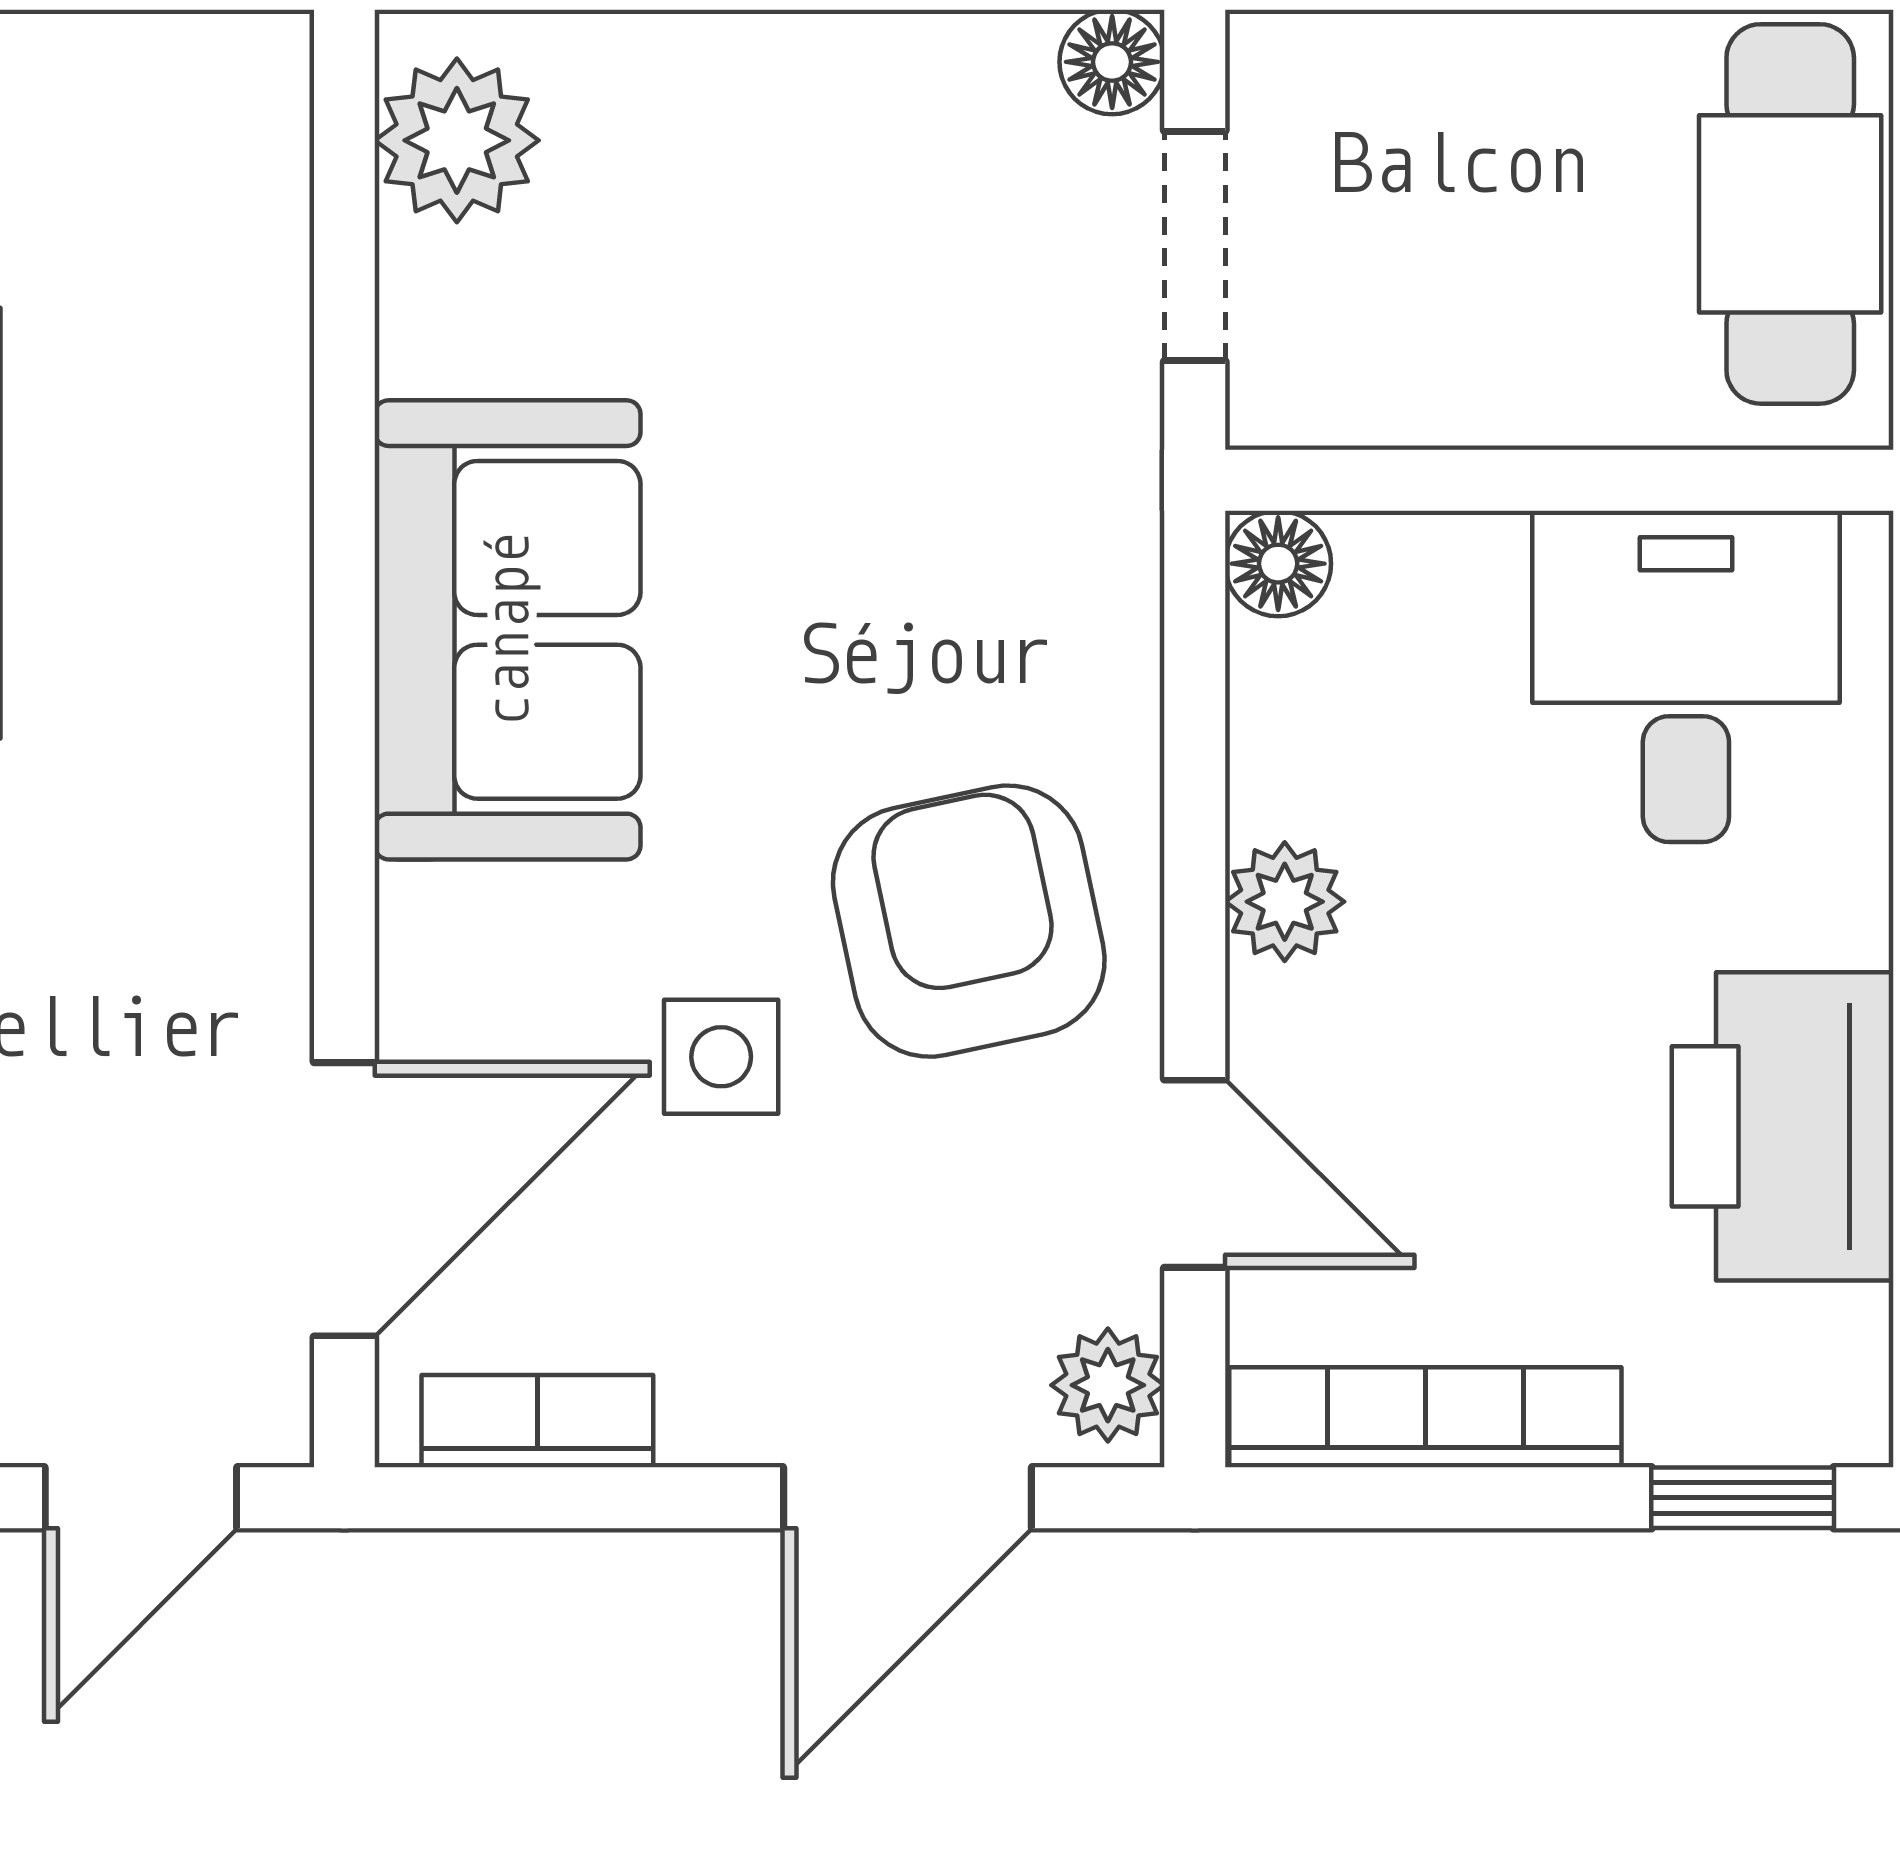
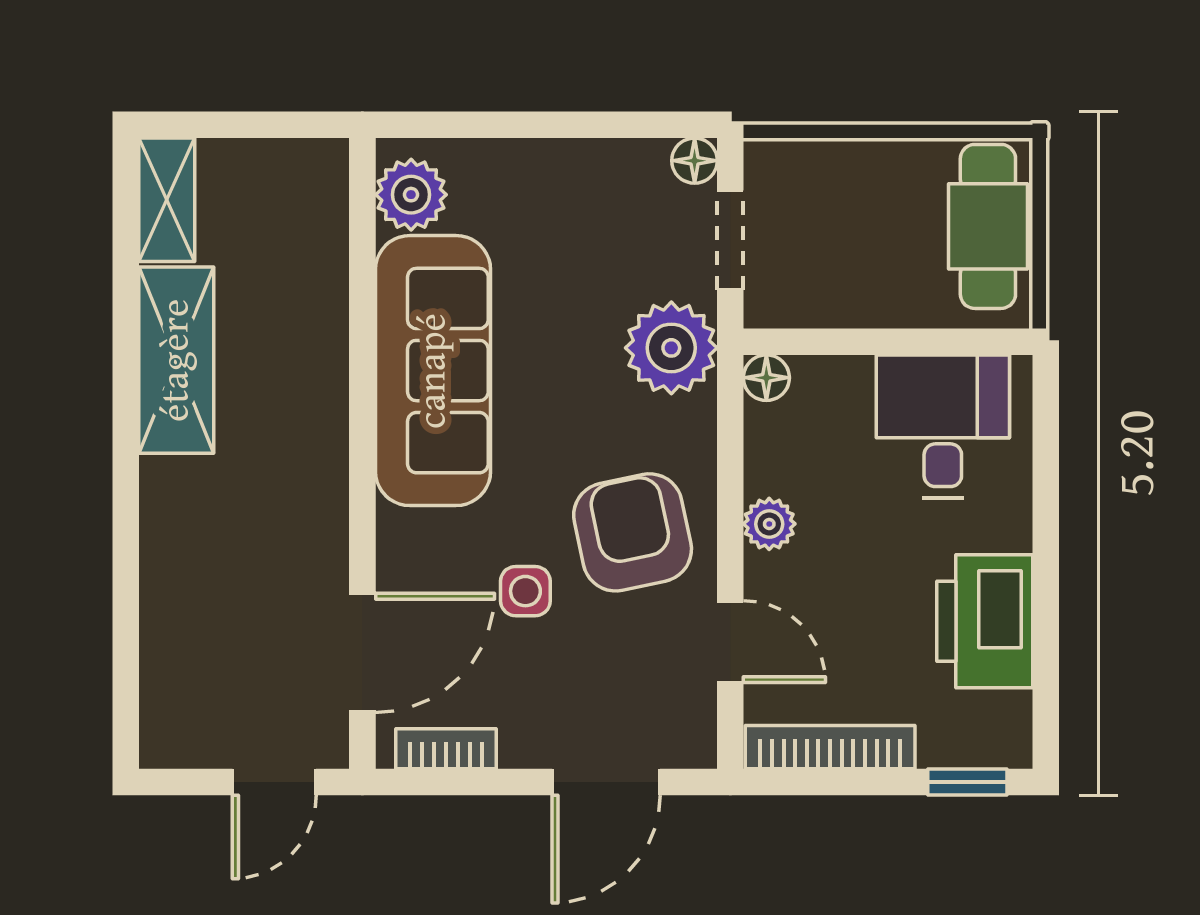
sofa: (508, 630) -> (433, 371), width x1.36
plant: (1108, 1385) -> (671, 348), moved, width x1.87, depth x1.87

